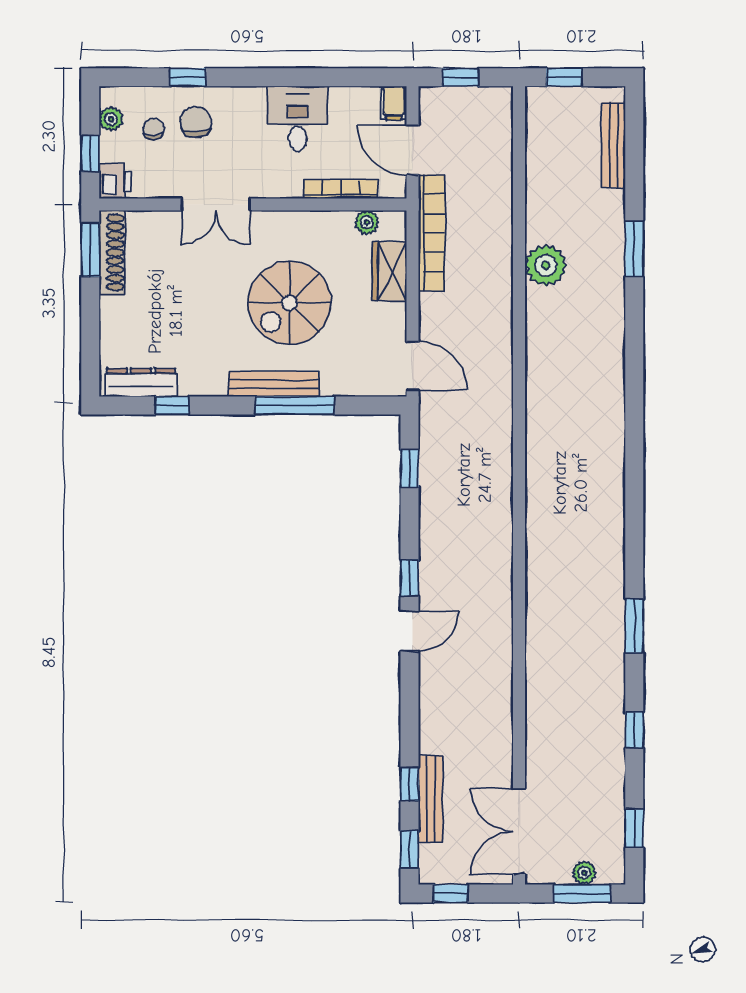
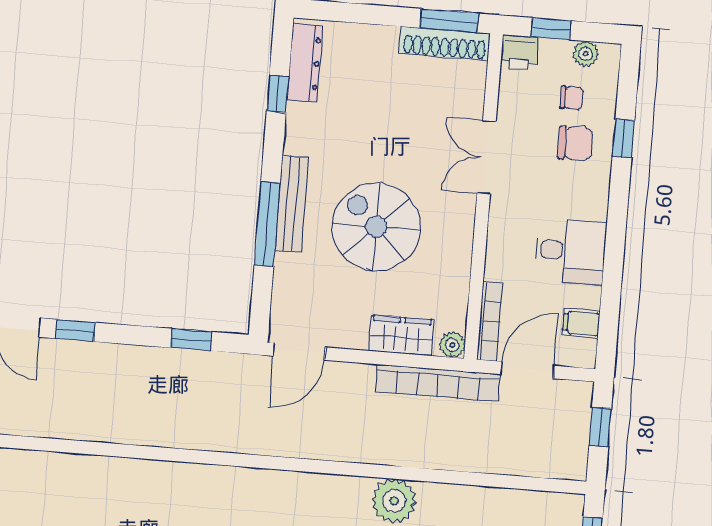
filing cabinet: (394, 103) -> (581, 323), moved
bookcase: (341, 189) -> (490, 321), moved
plant: (367, 222) -> (452, 345), moved

